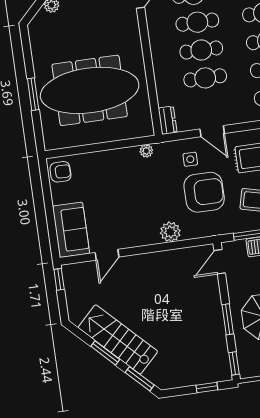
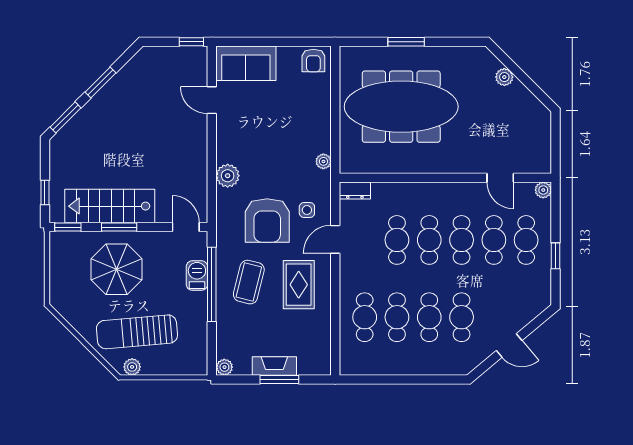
meeting table: (90, 90) -> (401, 107), turned 90
stairs: (118, 339) -> (110, 206), moved, turned -135

